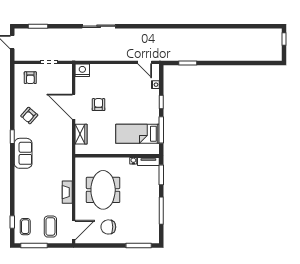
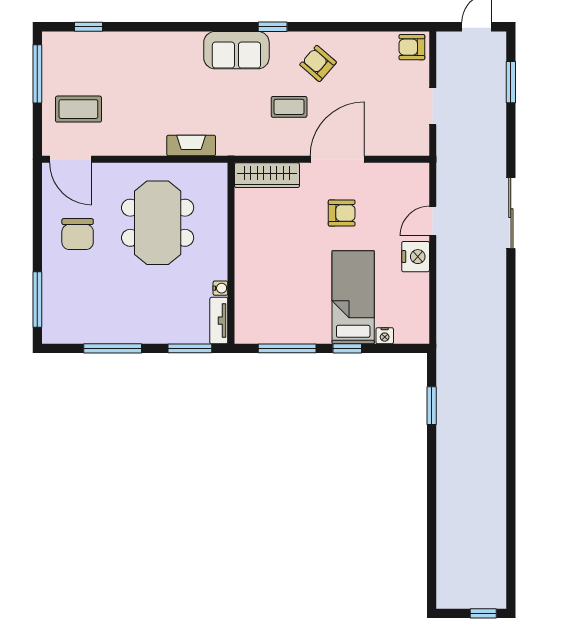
door: (145, 62) -> (433, 221), moved
nightstand: (82, 70) -> (416, 257), moved
armchair: (30, 78) -> (412, 47), moved
wardrobe: (81, 134) -> (267, 175), width x1.50
bed: (138, 134) -> (353, 297), moved
meeting table: (103, 190) -> (158, 223), turned 90
fireplace: (67, 192) -> (191, 146), moved
coffee table: (25, 227) -> (289, 107), moved
chair: (108, 227) -> (78, 234), turned 180

